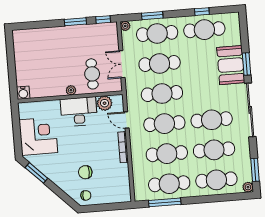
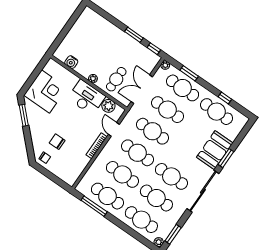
double door: (122, 64) -> (142, 89), width x1.37
water cooler: (23, 93) -> (71, 62), moved

